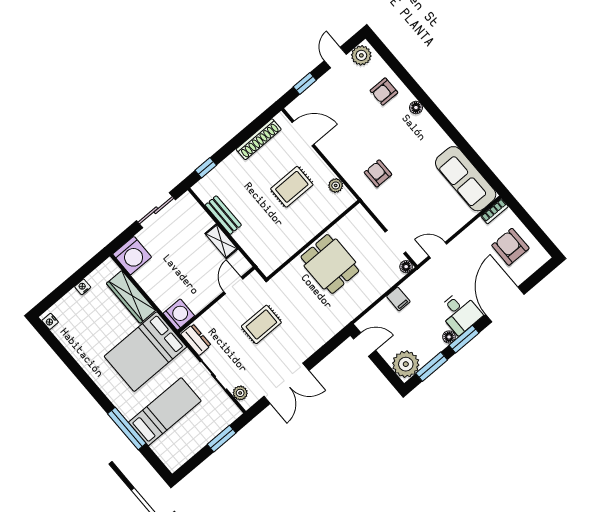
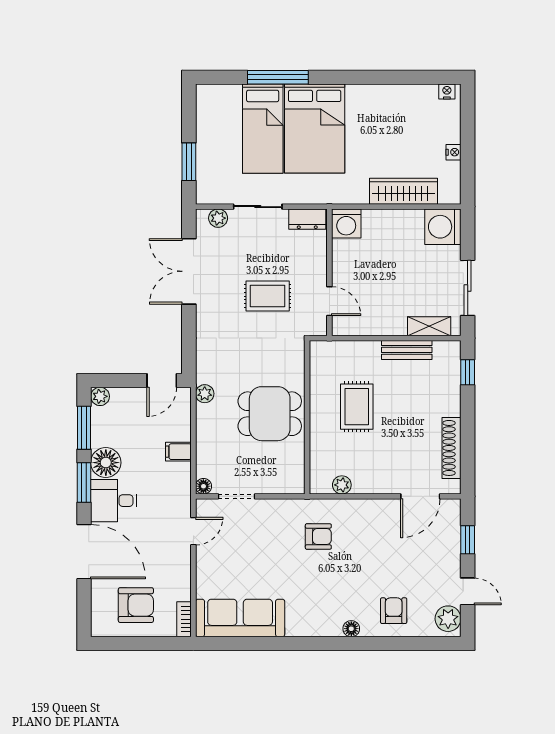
rug: (292, 187) -> (357, 407), moved
shelving: (221, 241) -> (429, 326), moved
plant: (351, 313) -> (205, 394), added
rug: (261, 324) -> (268, 296), turned 90
floor lamp: (449, 337) -> (106, 463), width x1.89, depth x1.89
bed: (145, 352) -> (315, 128), moved, turned 180
plant: (406, 364) -> (100, 396), width x0.53, depth x0.53

